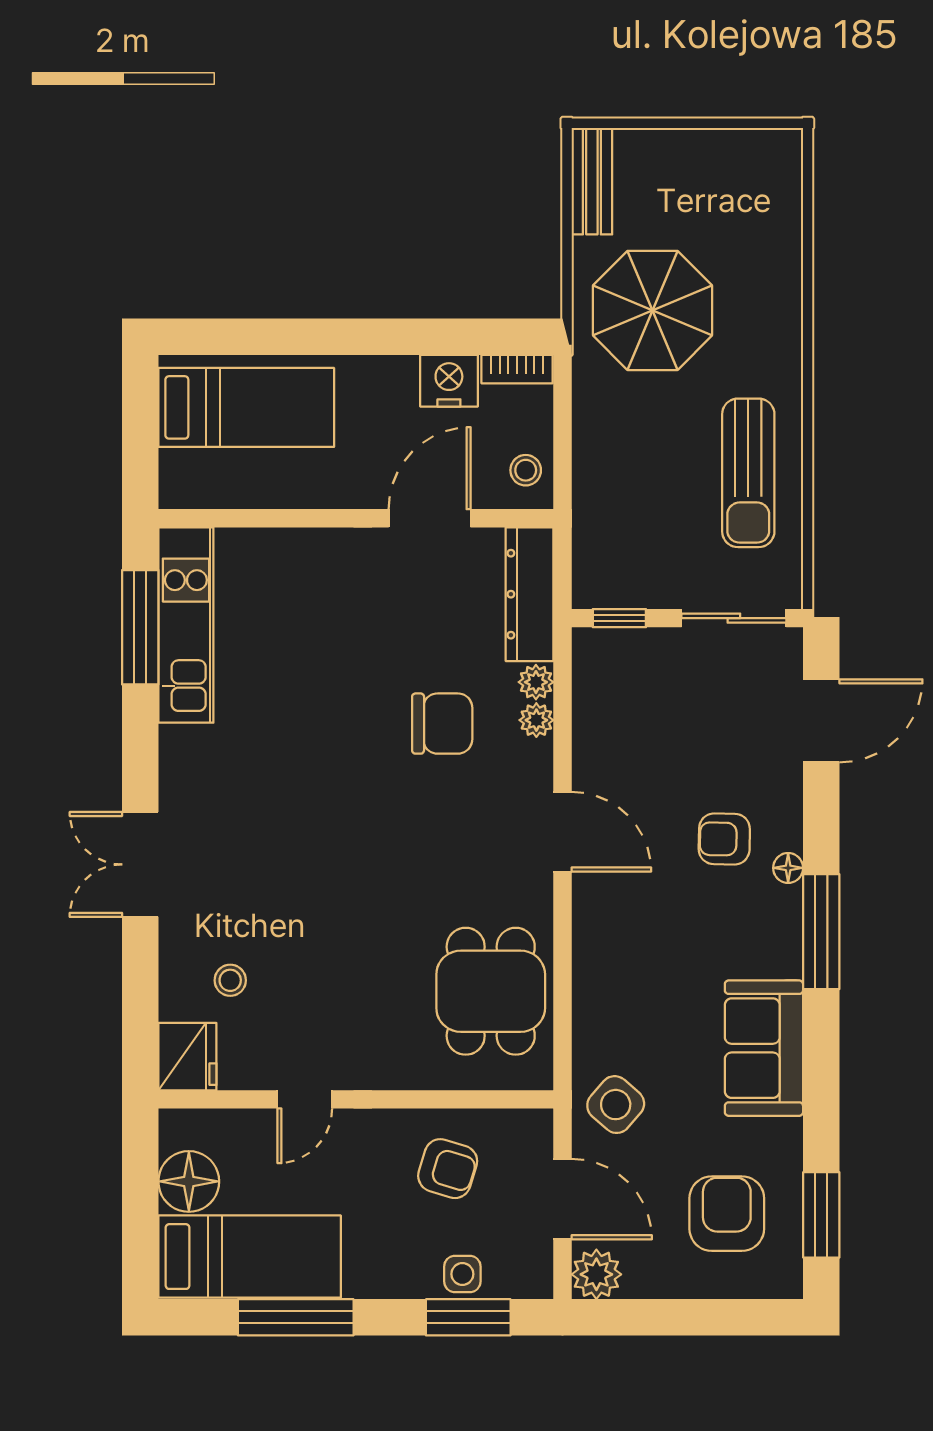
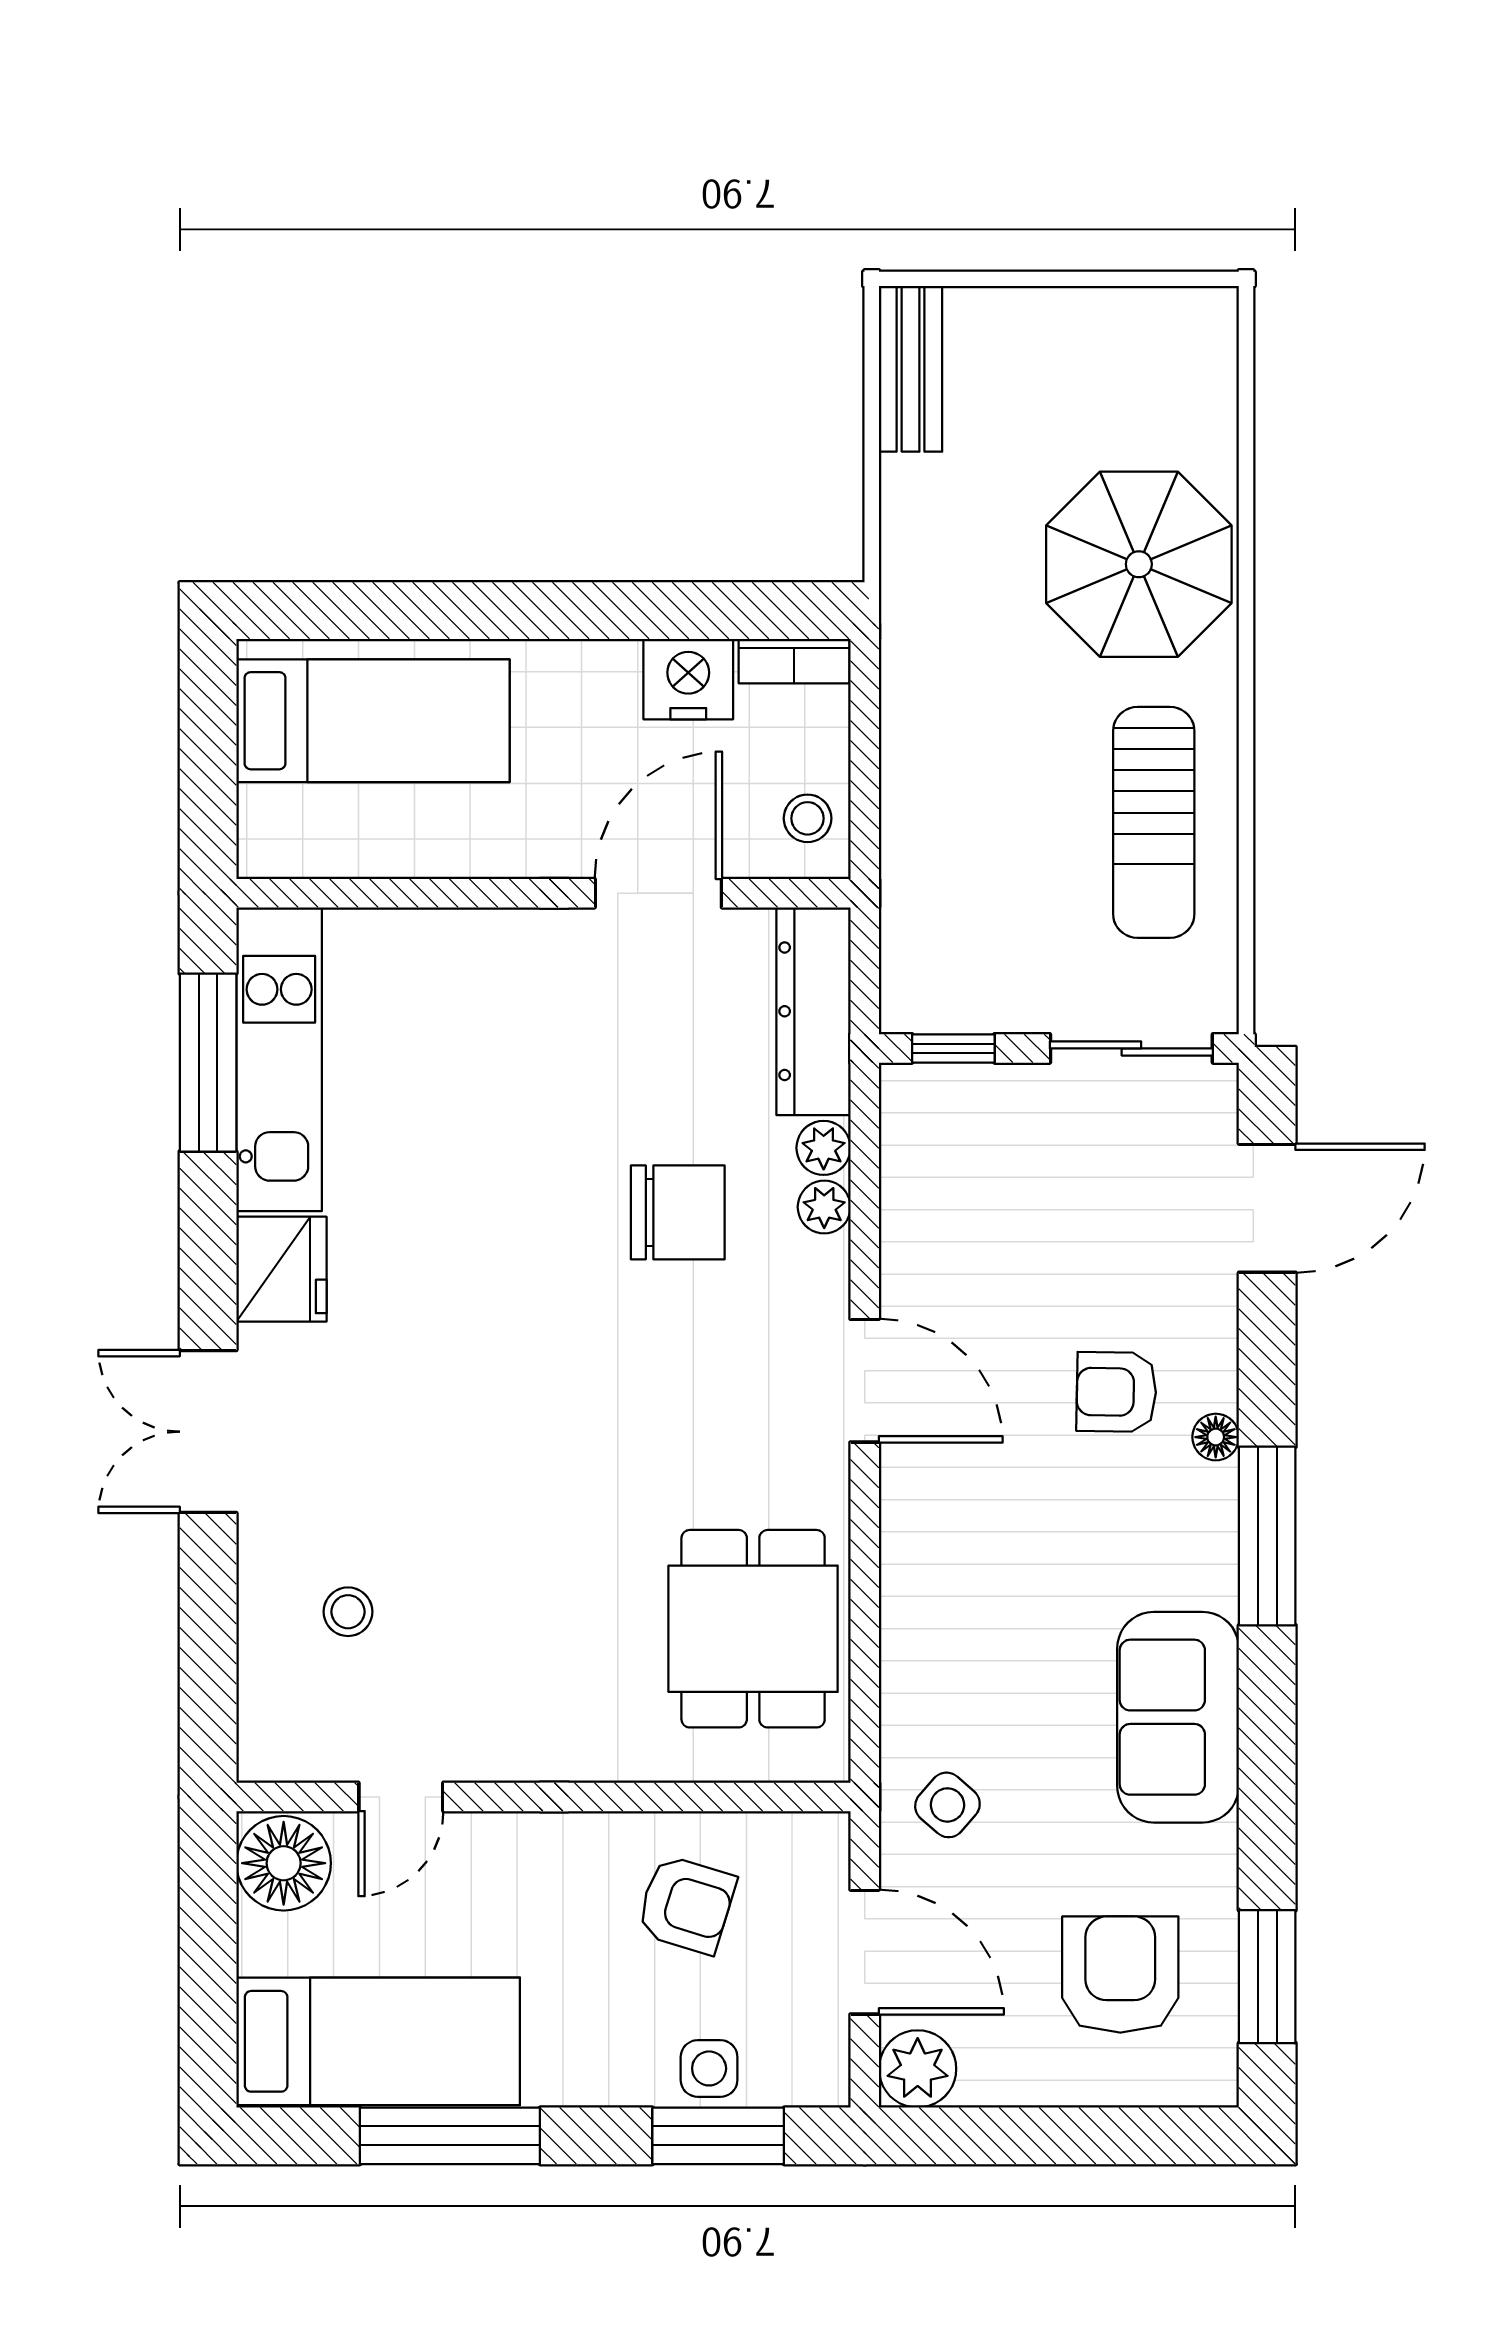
parasol: (653, 310) -> (1139, 564), moved
fridge: (187, 1057) -> (281, 1269), moved
door: (305, 1099) -> (401, 1797), moved
side table: (616, 1105) -> (947, 1805), width x0.73, depth x0.73
floor lamp: (189, 1181) -> (284, 1863), moved

